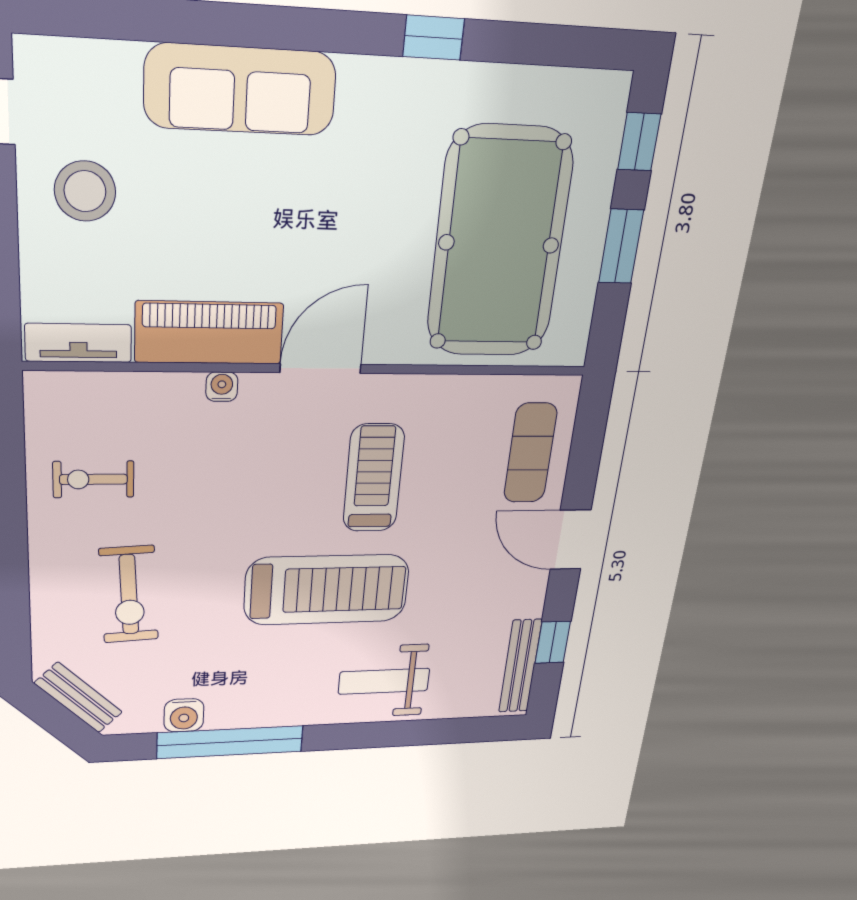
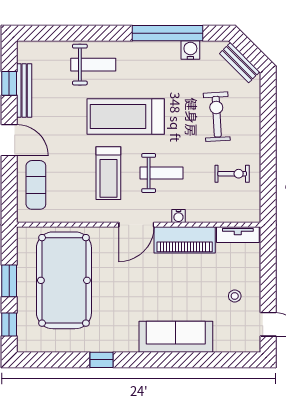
stool: (85, 191) -> (235, 296), width x0.53, depth x0.53
weight bench: (257, 479) -> (161, 173), added
bench: (520, 666) -> (24, 90), moved

